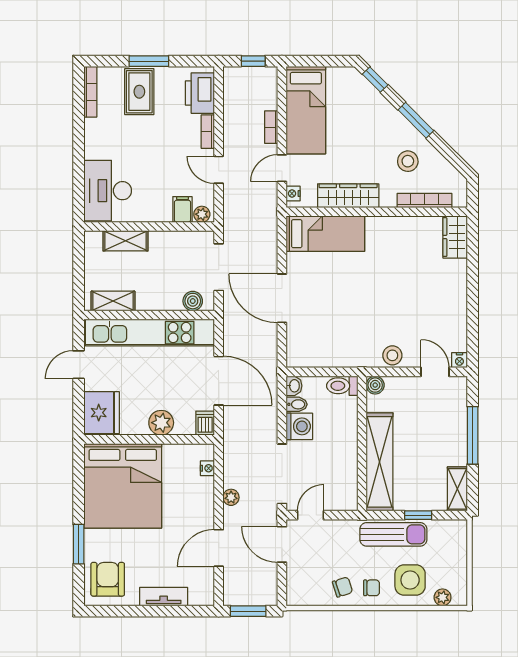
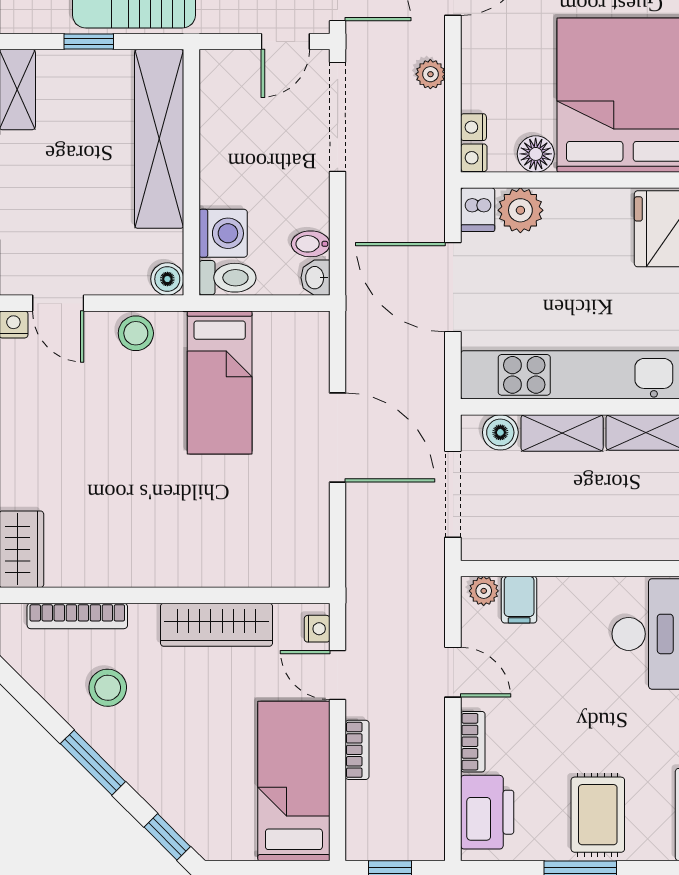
door: (282, 168) -> (338, 675), swing flipped
bed: (325, 234) -> (220, 382), moved, turned -90
shelving: (126, 241) -> (562, 433), moved
plant: (161, 423) -> (520, 210), moved
washing machine: (299, 426) -> (223, 233), moved, turned 180
nightstand: (207, 451) -> (474, 158), added
floor lamp: (173, 454) -> (536, 154), added

